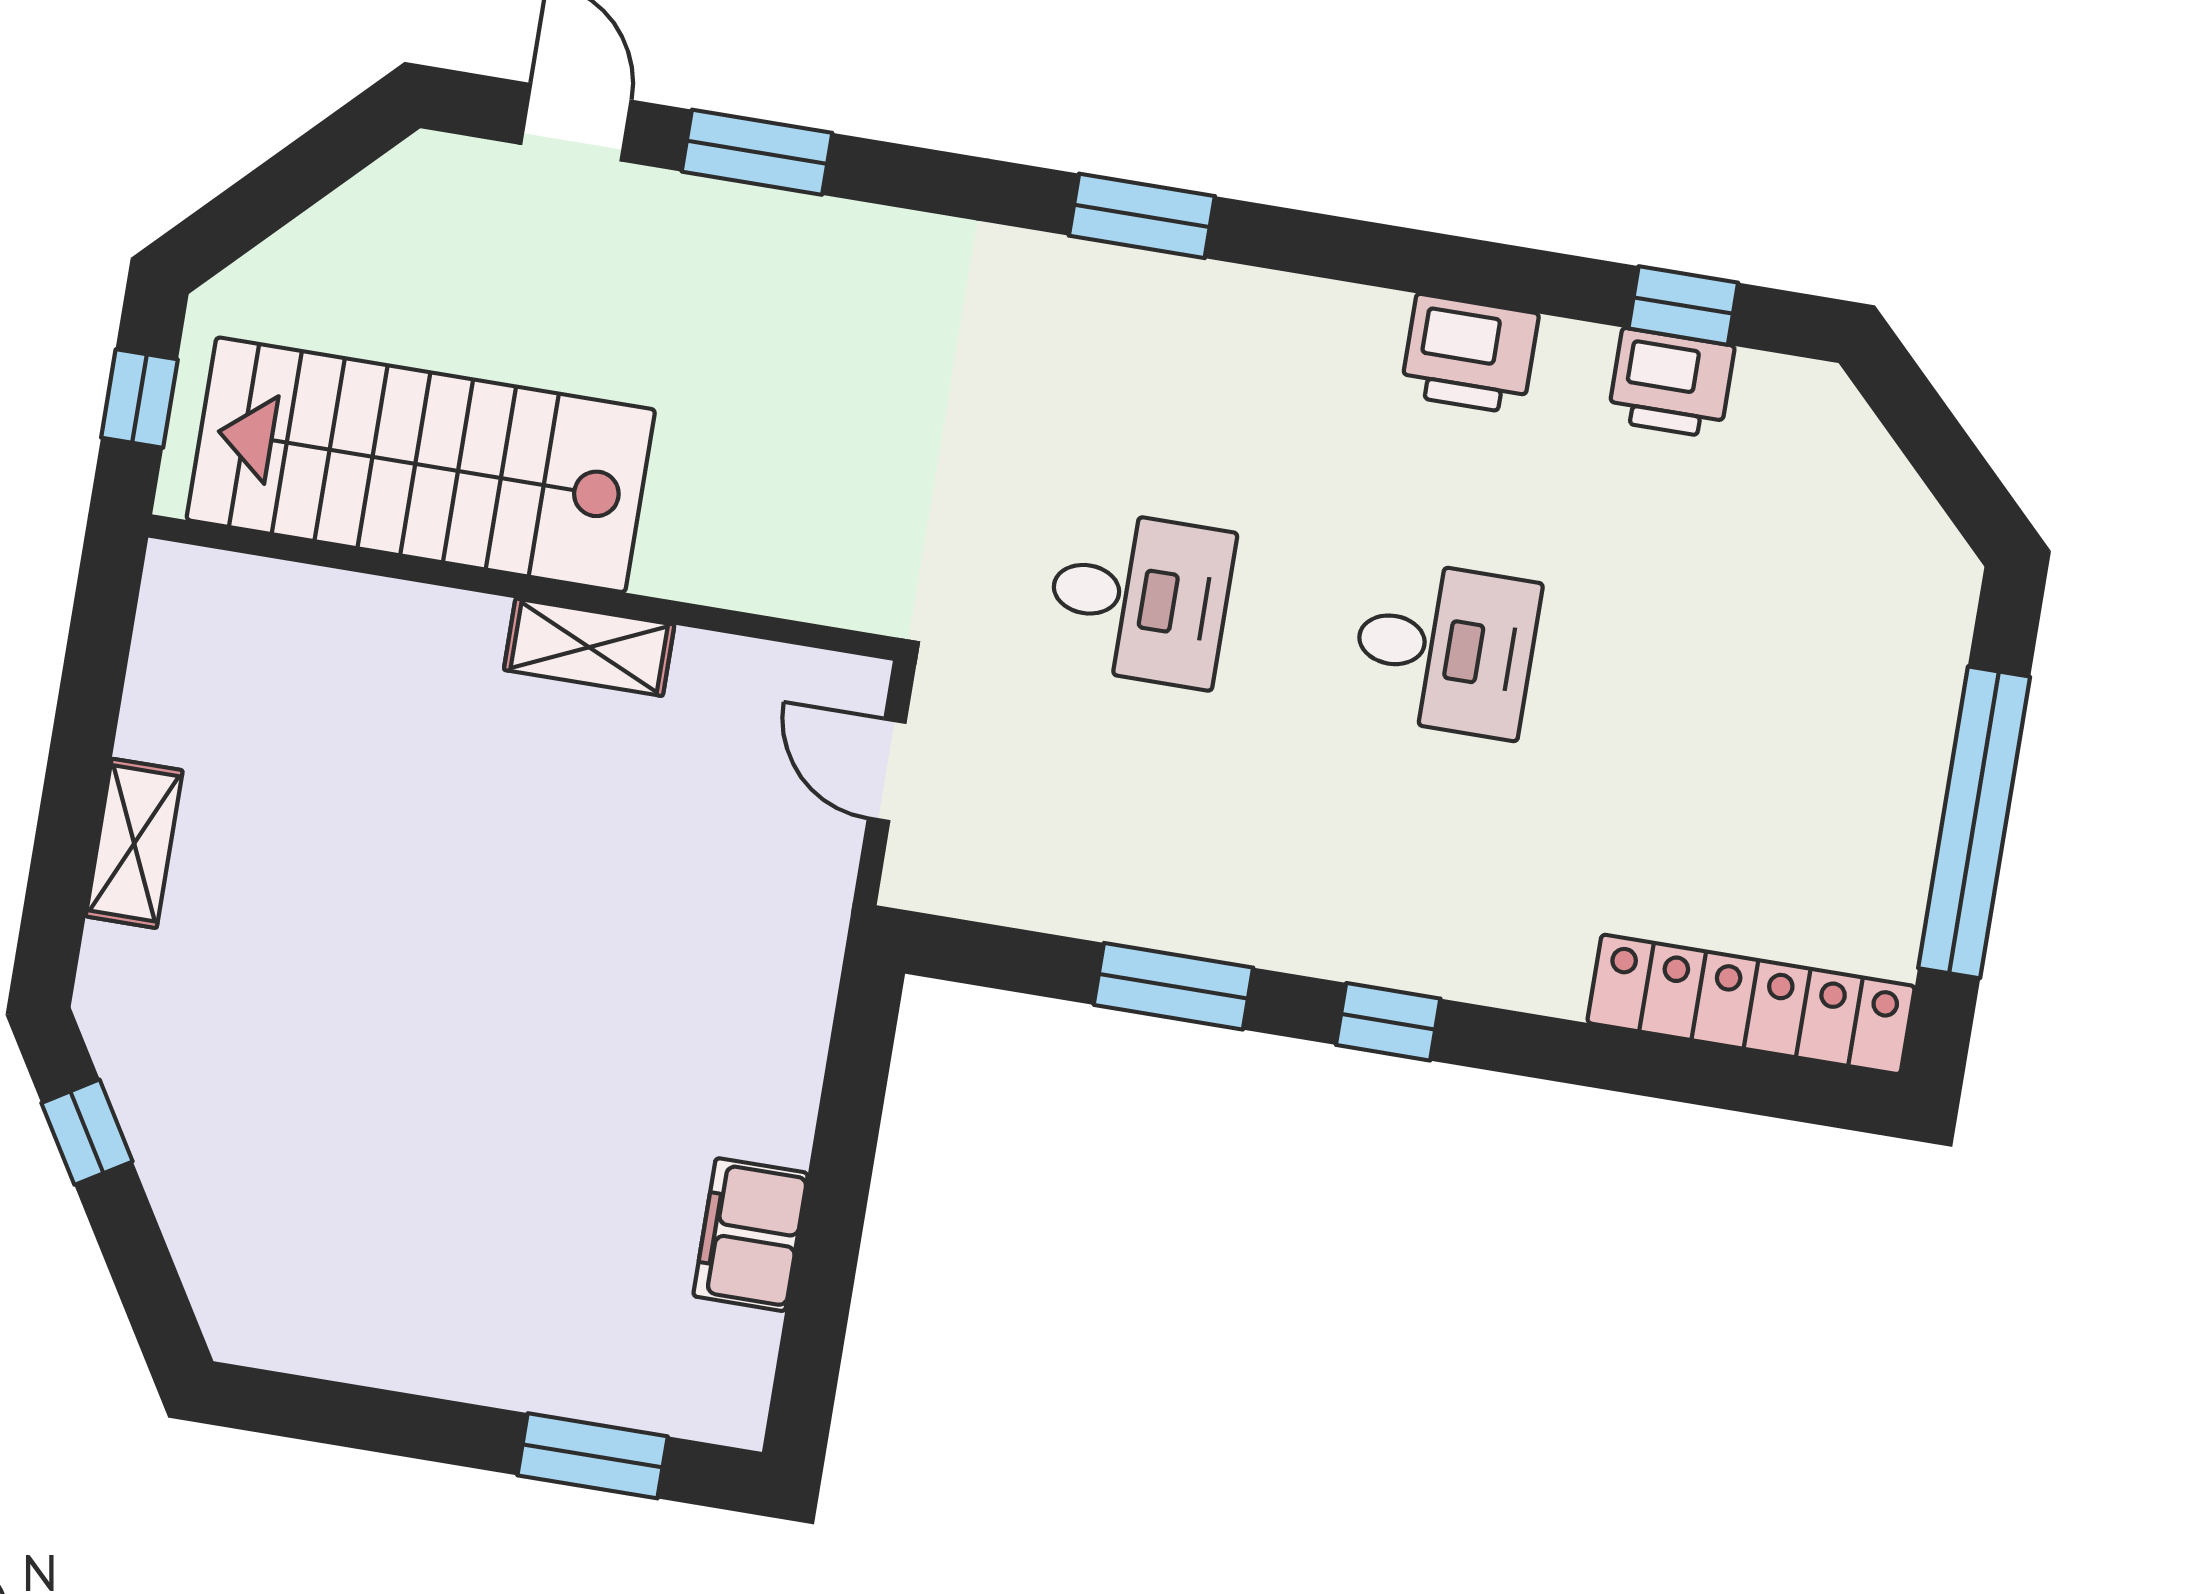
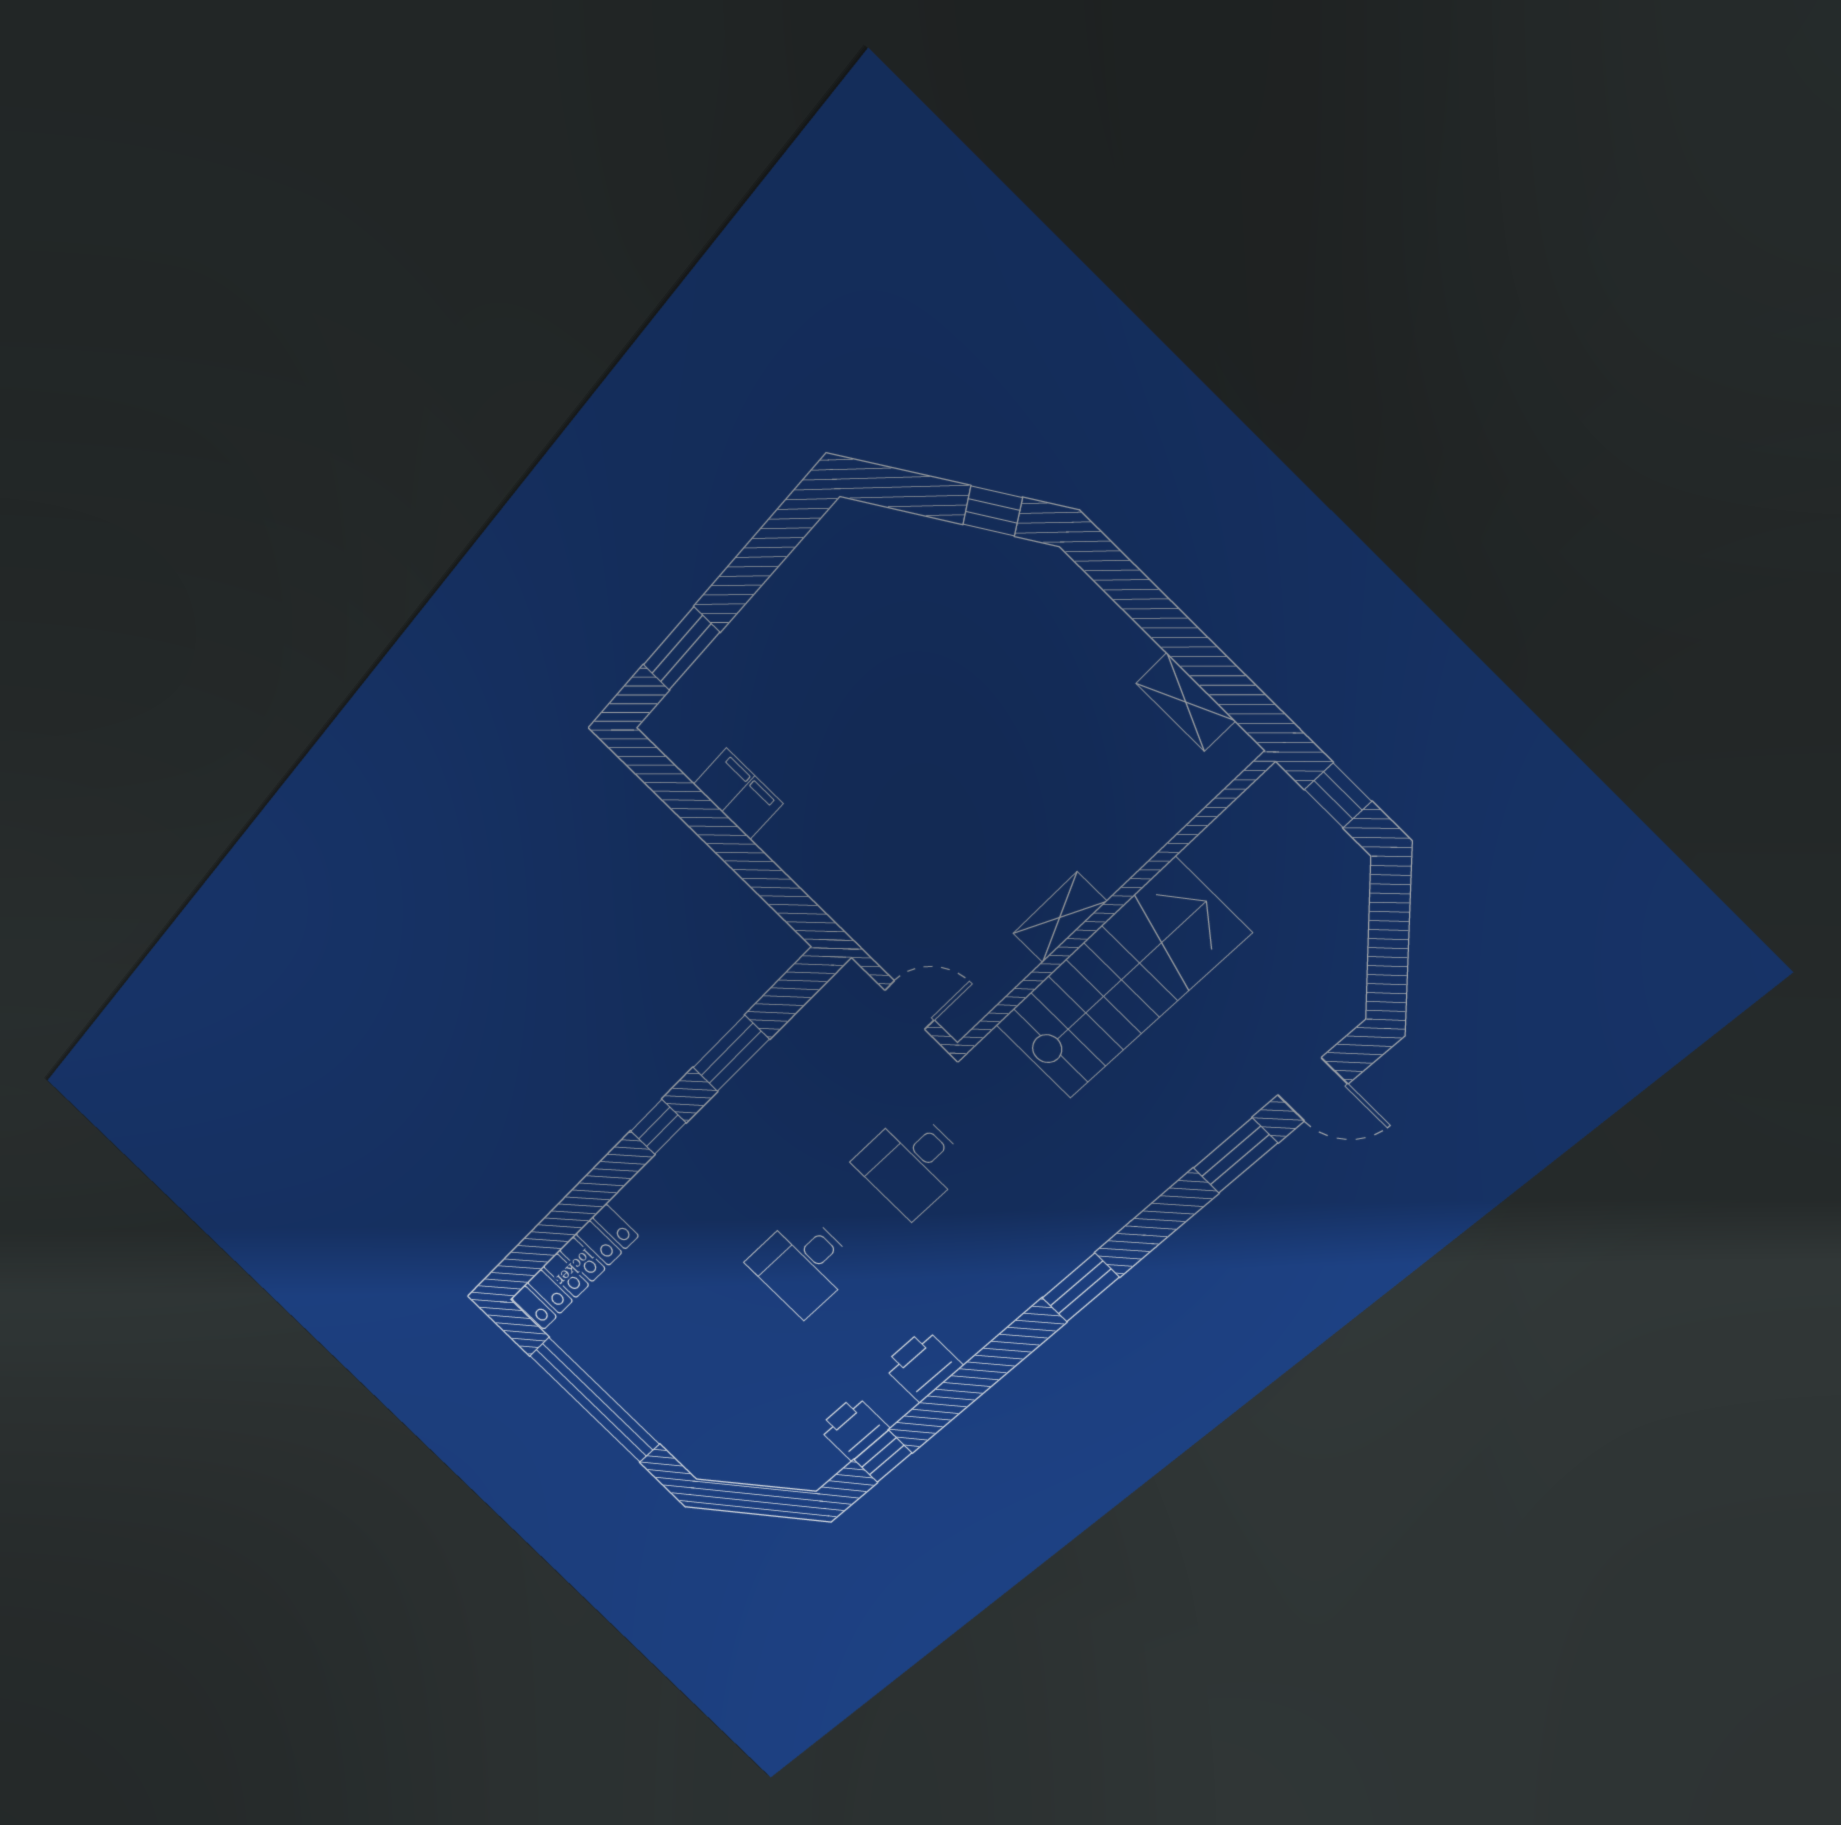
stairs: (421, 465) -> (1121, 980), moved
shelving: (134, 843) -> (1186, 702), moved

